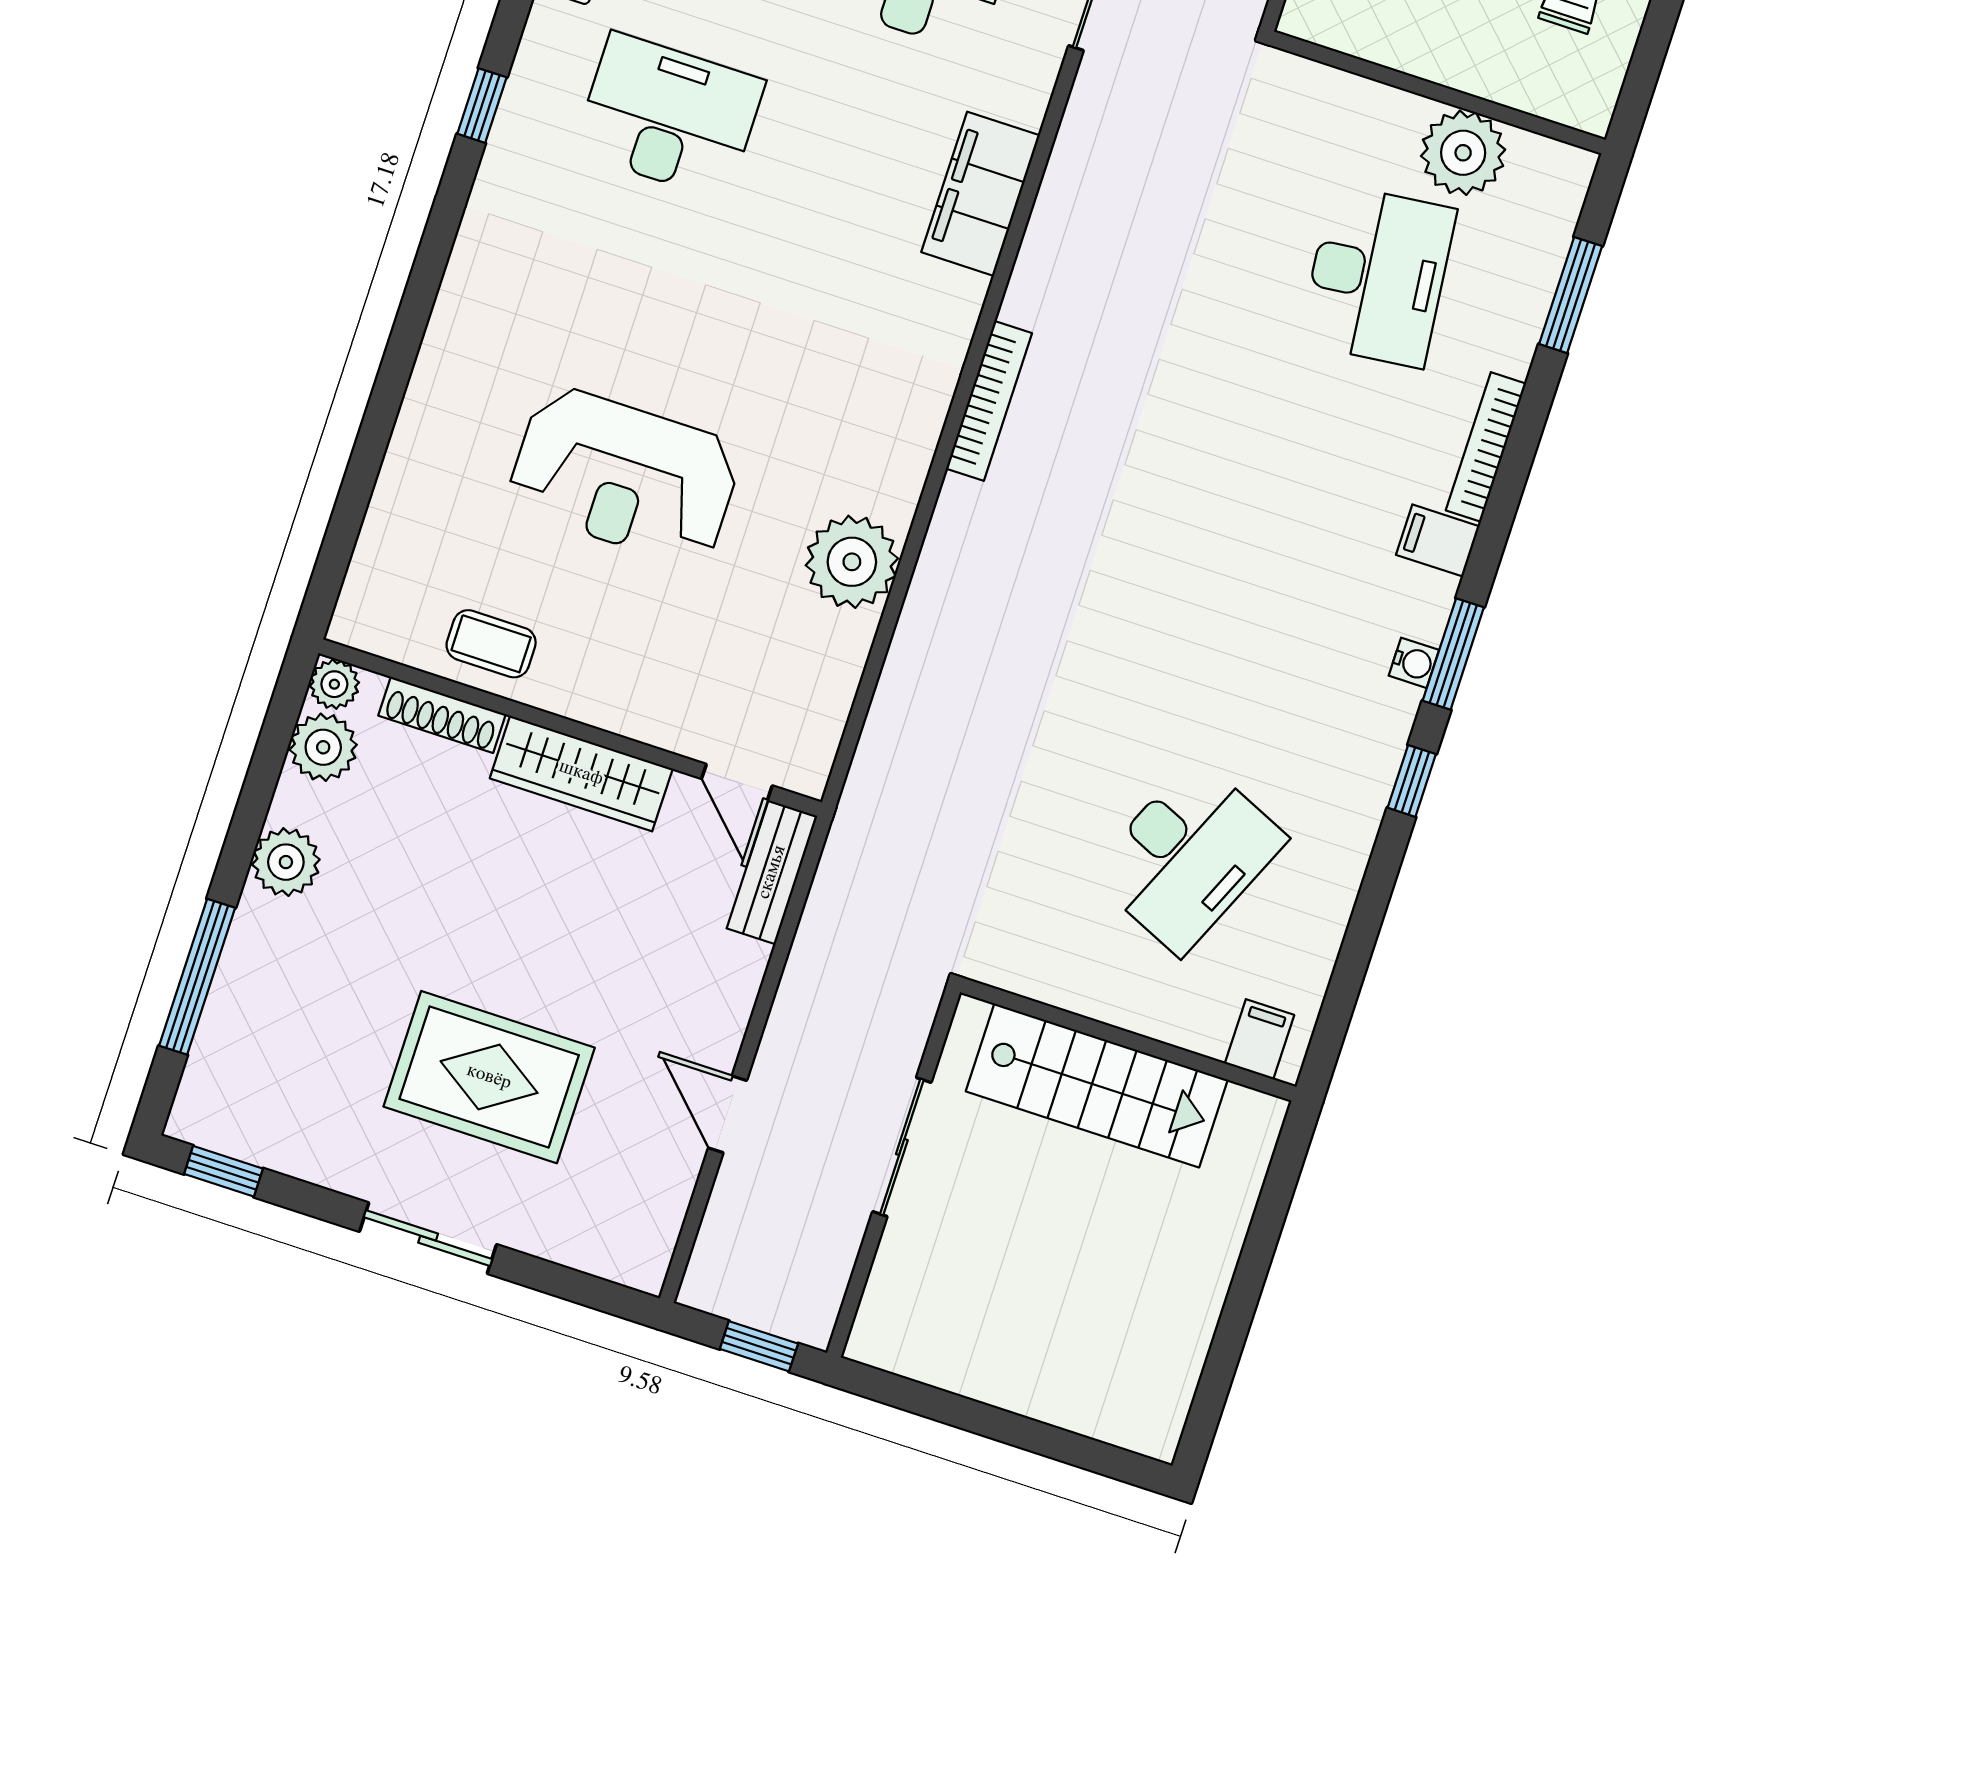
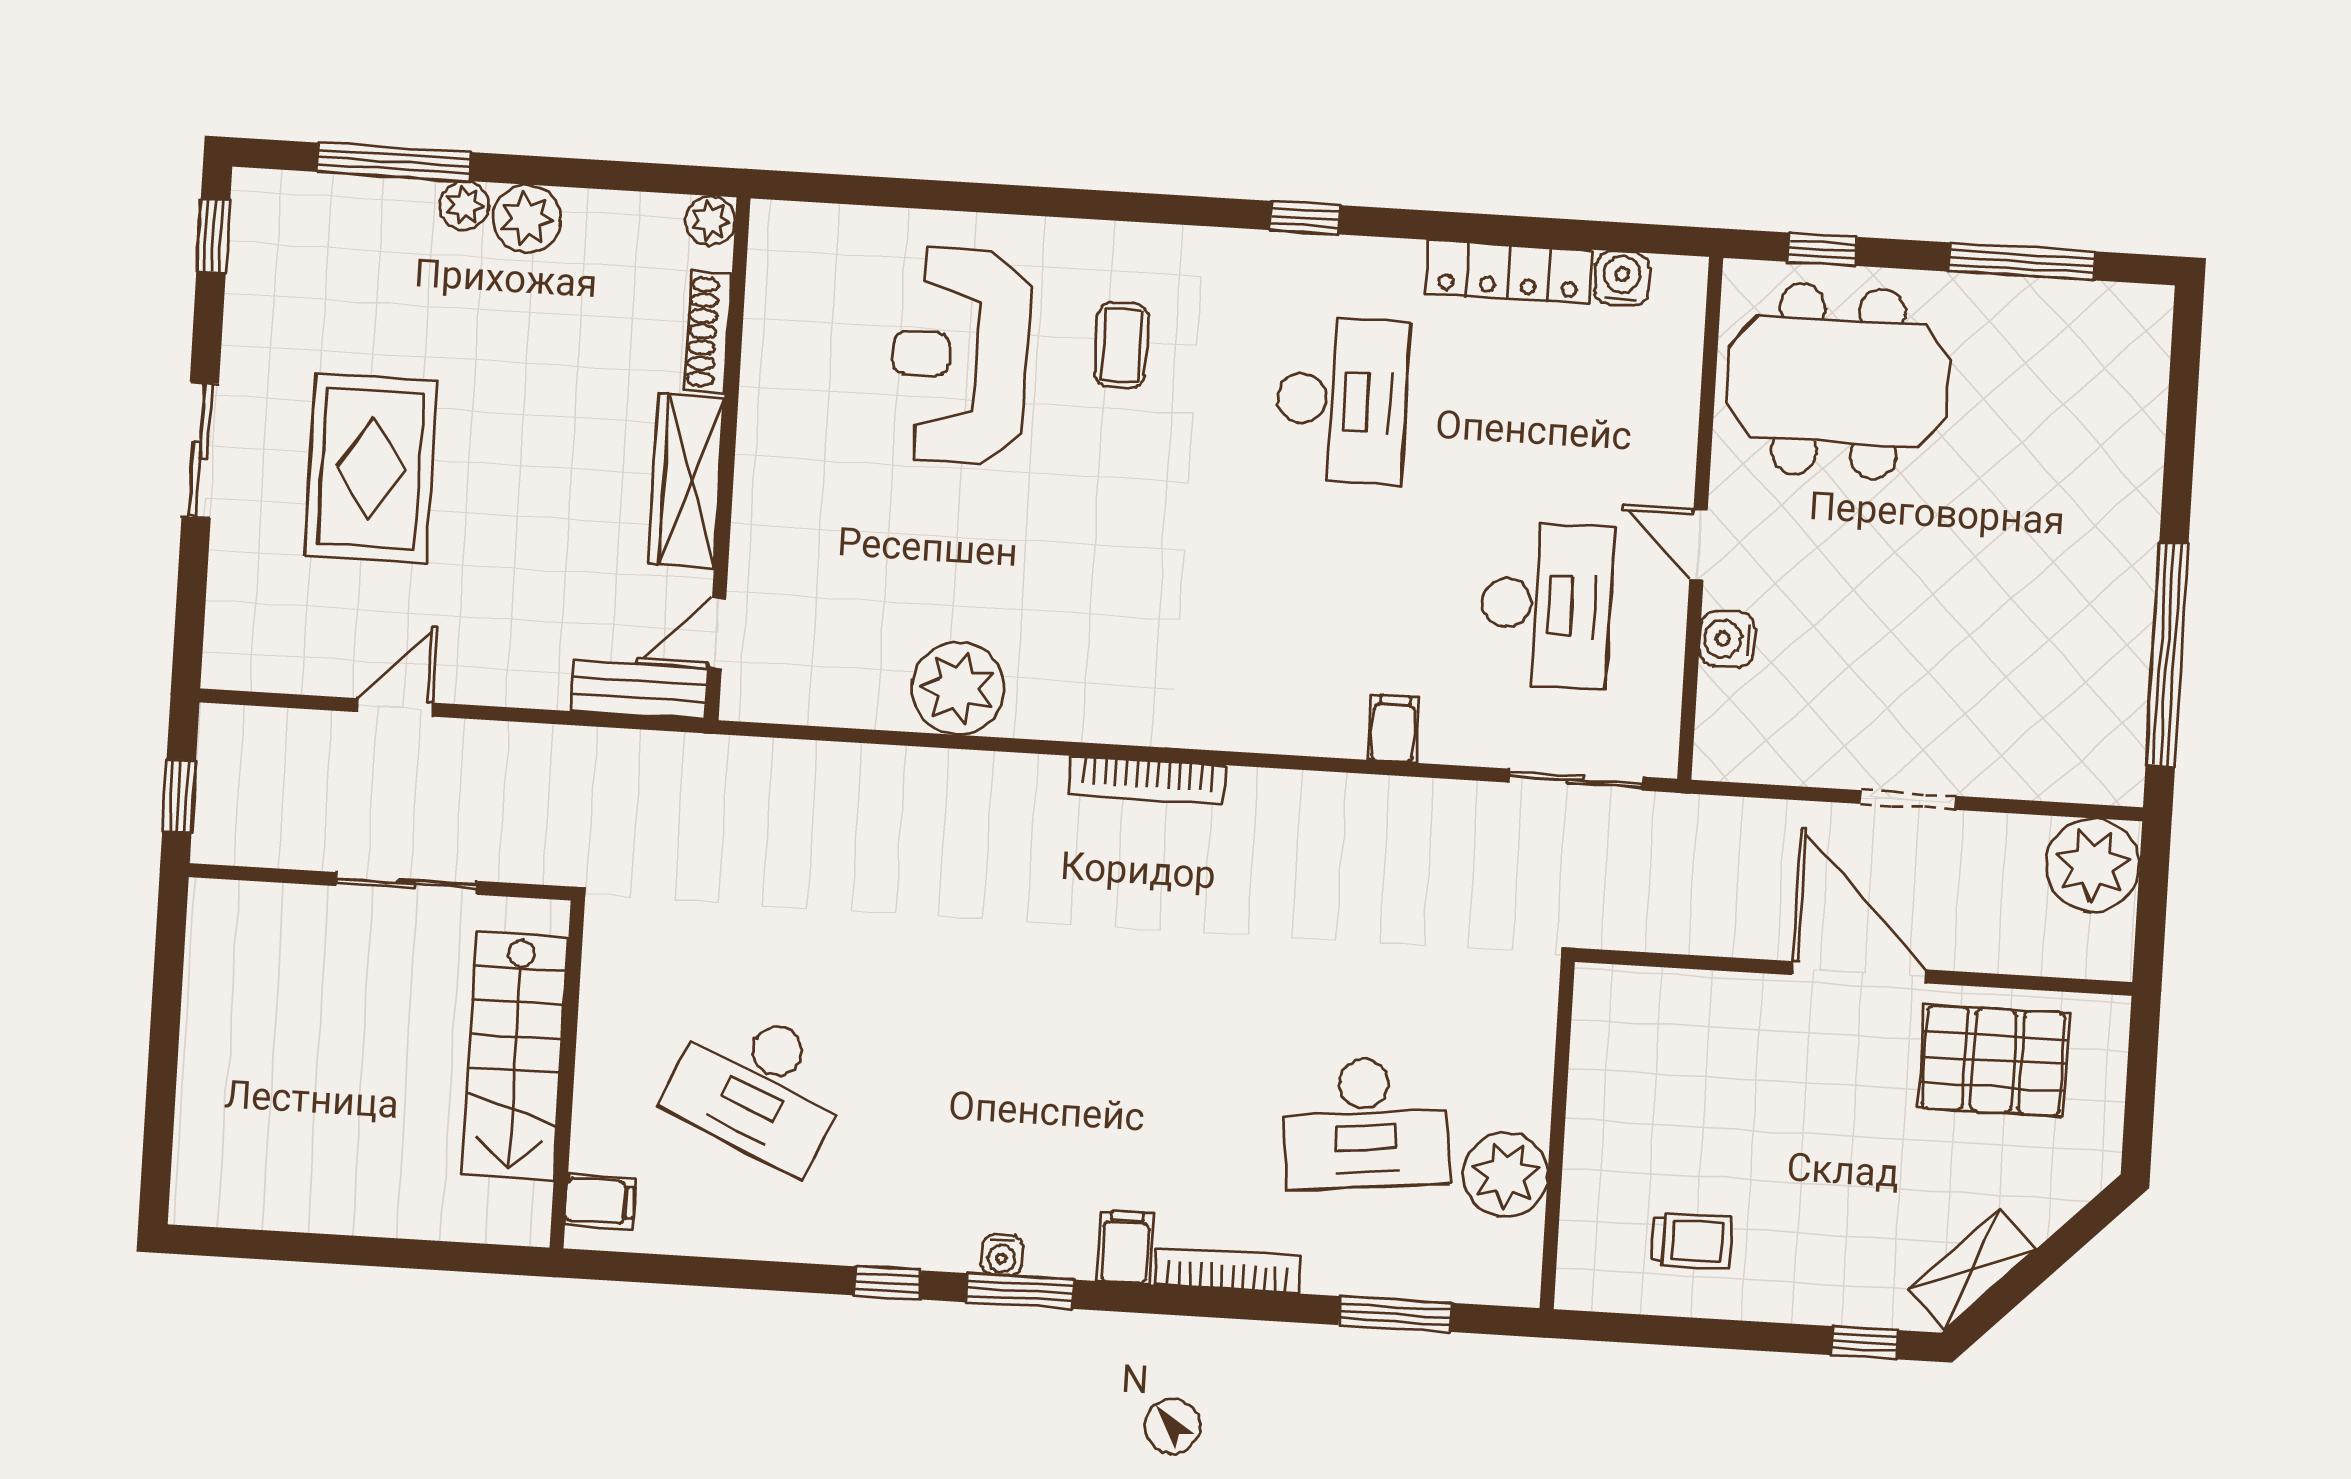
filing cabinet: (981, 194) -> (1394, 729), width x0.33, depth x0.86
reception desk: (624, 476) -> (960, 356), moved
coffee table: (491, 644) -> (1121, 345), moved
plant: (323, 747) -> (464, 205), moved, width x0.73, depth x0.73

